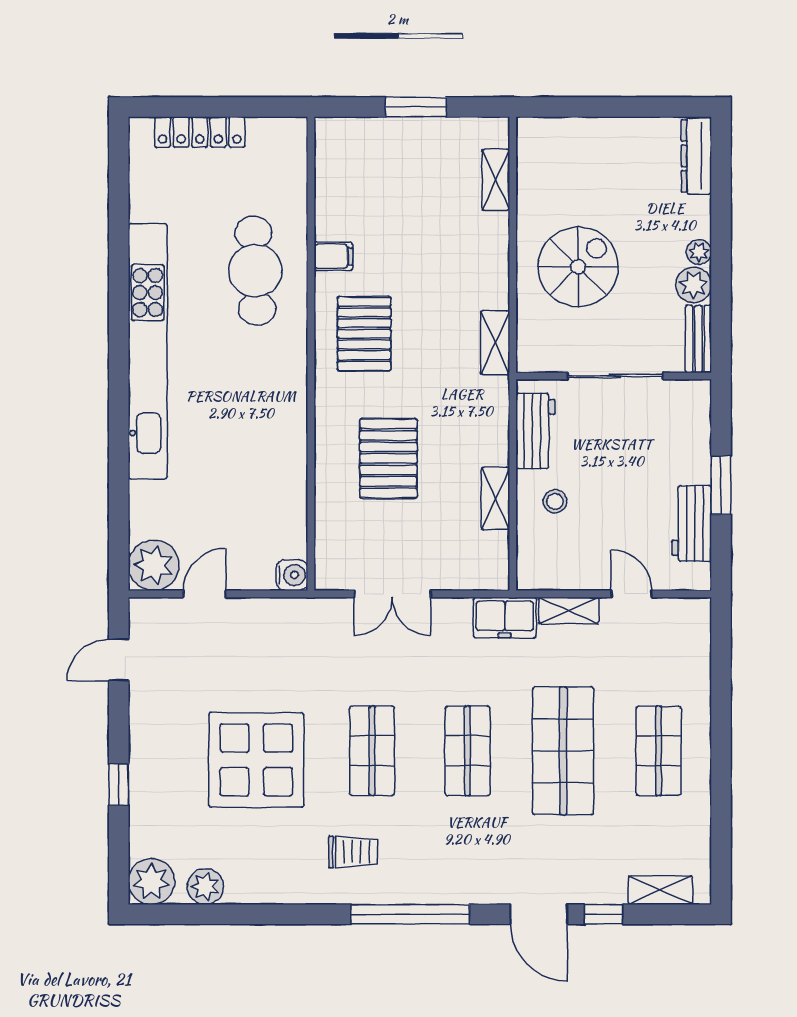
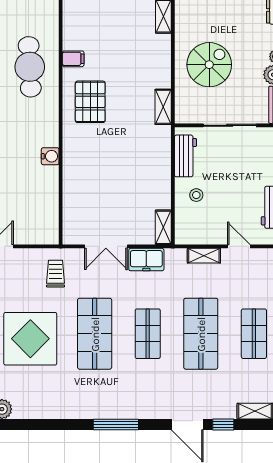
pallet: (388, 458) -> (104, 171), removed
shelving: (495, 498) -> (163, 227), moved
water cooler: (292, 575) -> (50, 156), moved
freezer: (505, 617) -> (146, 260), moved
shop shelf: (372, 751) -> (95, 334), width x1.43, depth x1.36
trolley: (353, 852) -> (56, 274), moved, turned -90
window: (410, 914) -> (116, 424), width x0.68

